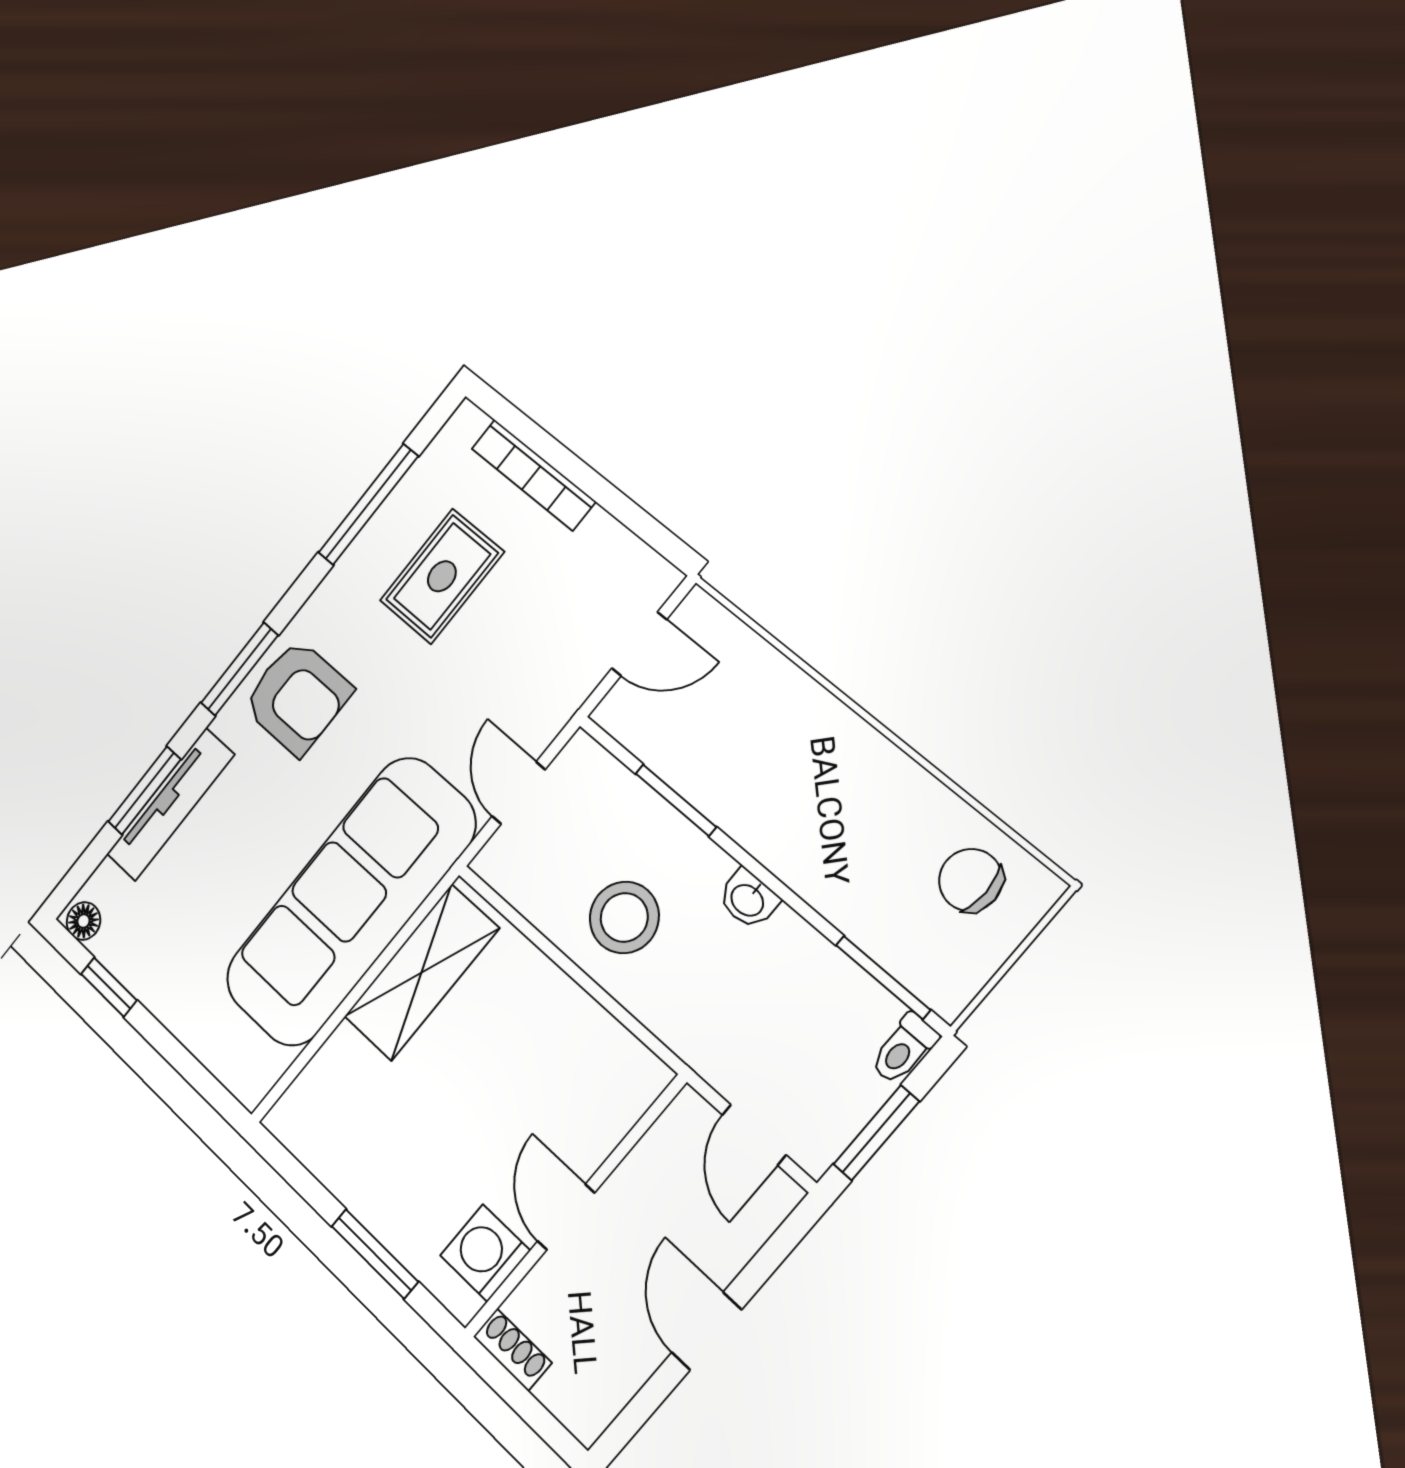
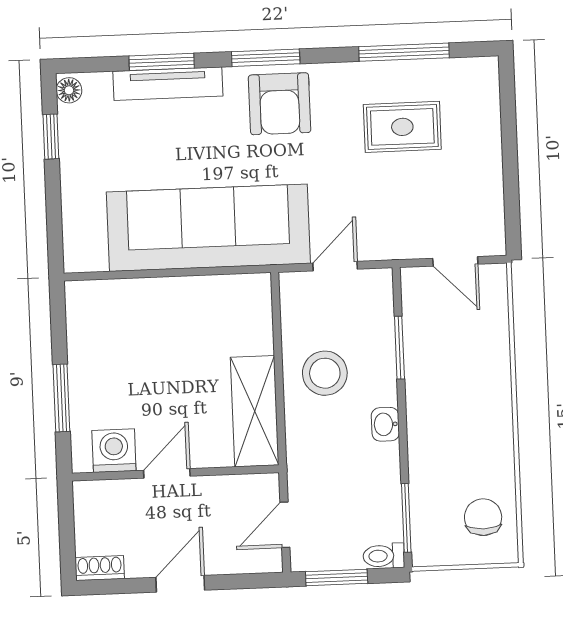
bookcase: (533, 475) -> (490, 130), removed
shelving: (421, 973) -> (255, 411), moved, turned 90
shoe rack: (512, 1350) -> (100, 568), moved, turned -90

